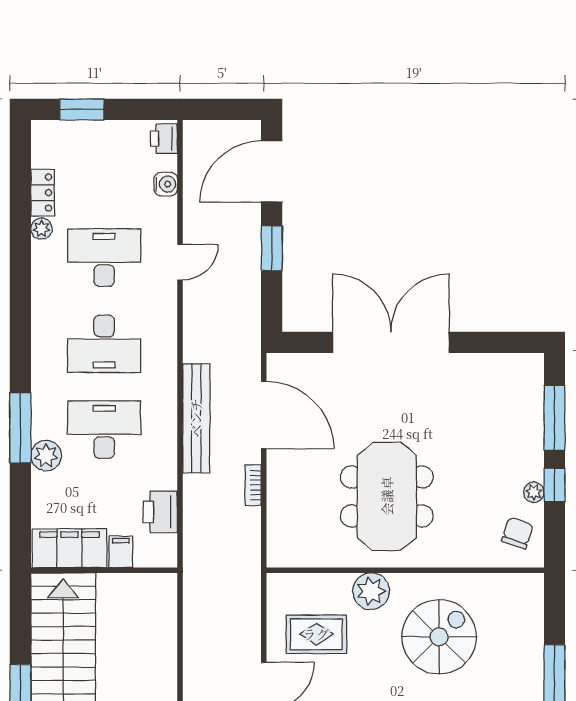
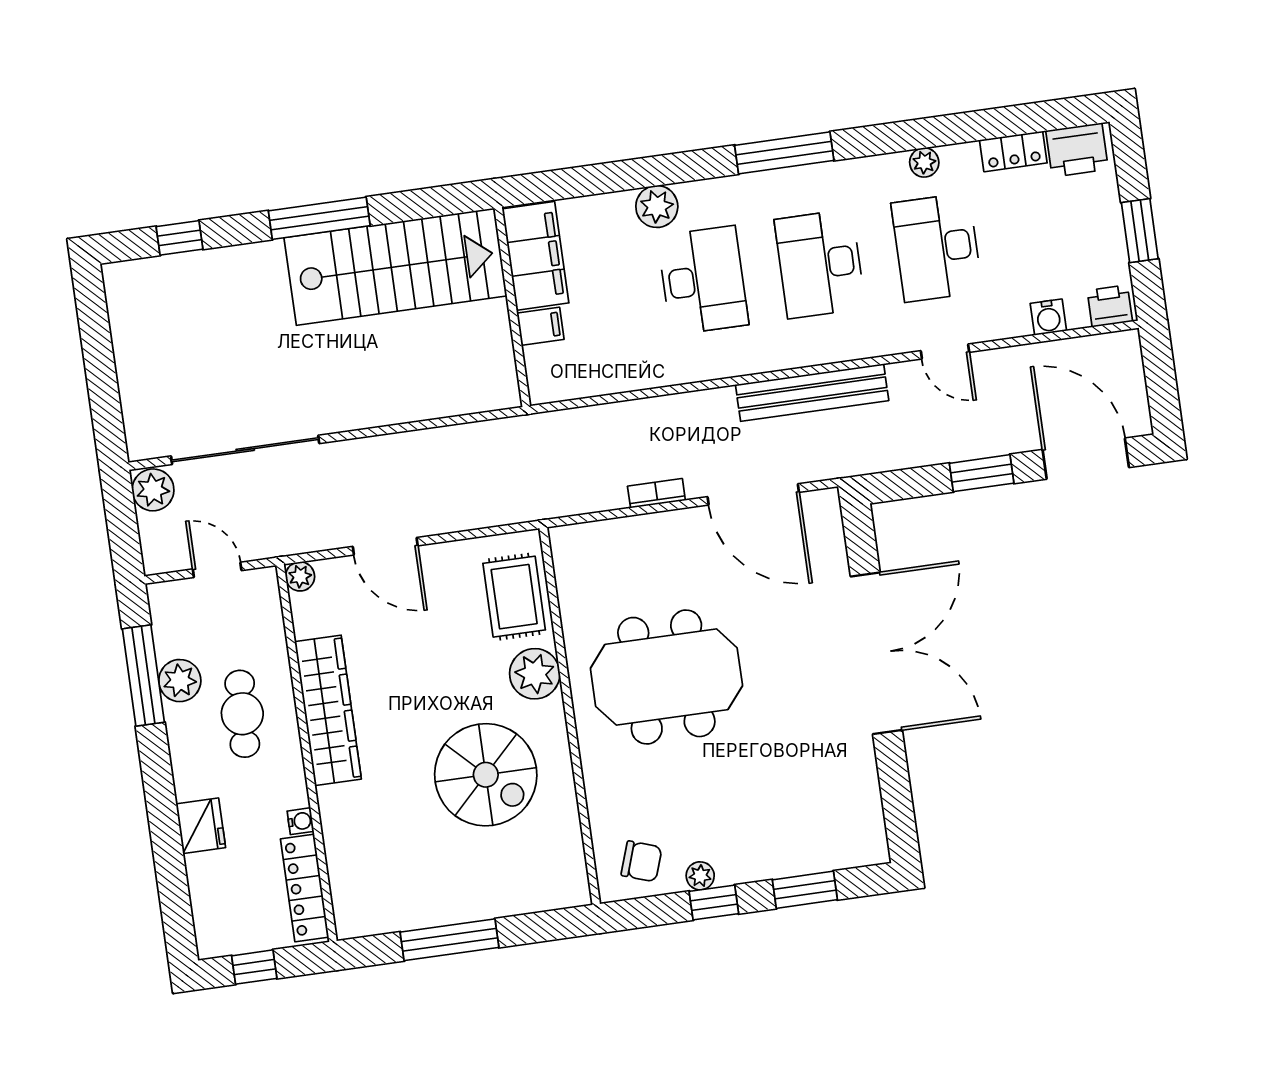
window: (82, 109) -> (1140, 231), moved
plant: (41, 229) -> (924, 162), moved
desk: (104, 258) -> (937, 247), turned 180
door: (264, 415) -> (753, 494), hinge flipped
bench: (196, 418) -> (812, 393), moved
window: (554, 418) -> (805, 890), width x0.69
window: (20, 428) -> (784, 153), moved
printer: (160, 512) -> (1077, 150), moved, turned 180
rug: (316, 634) -> (514, 597), moved

